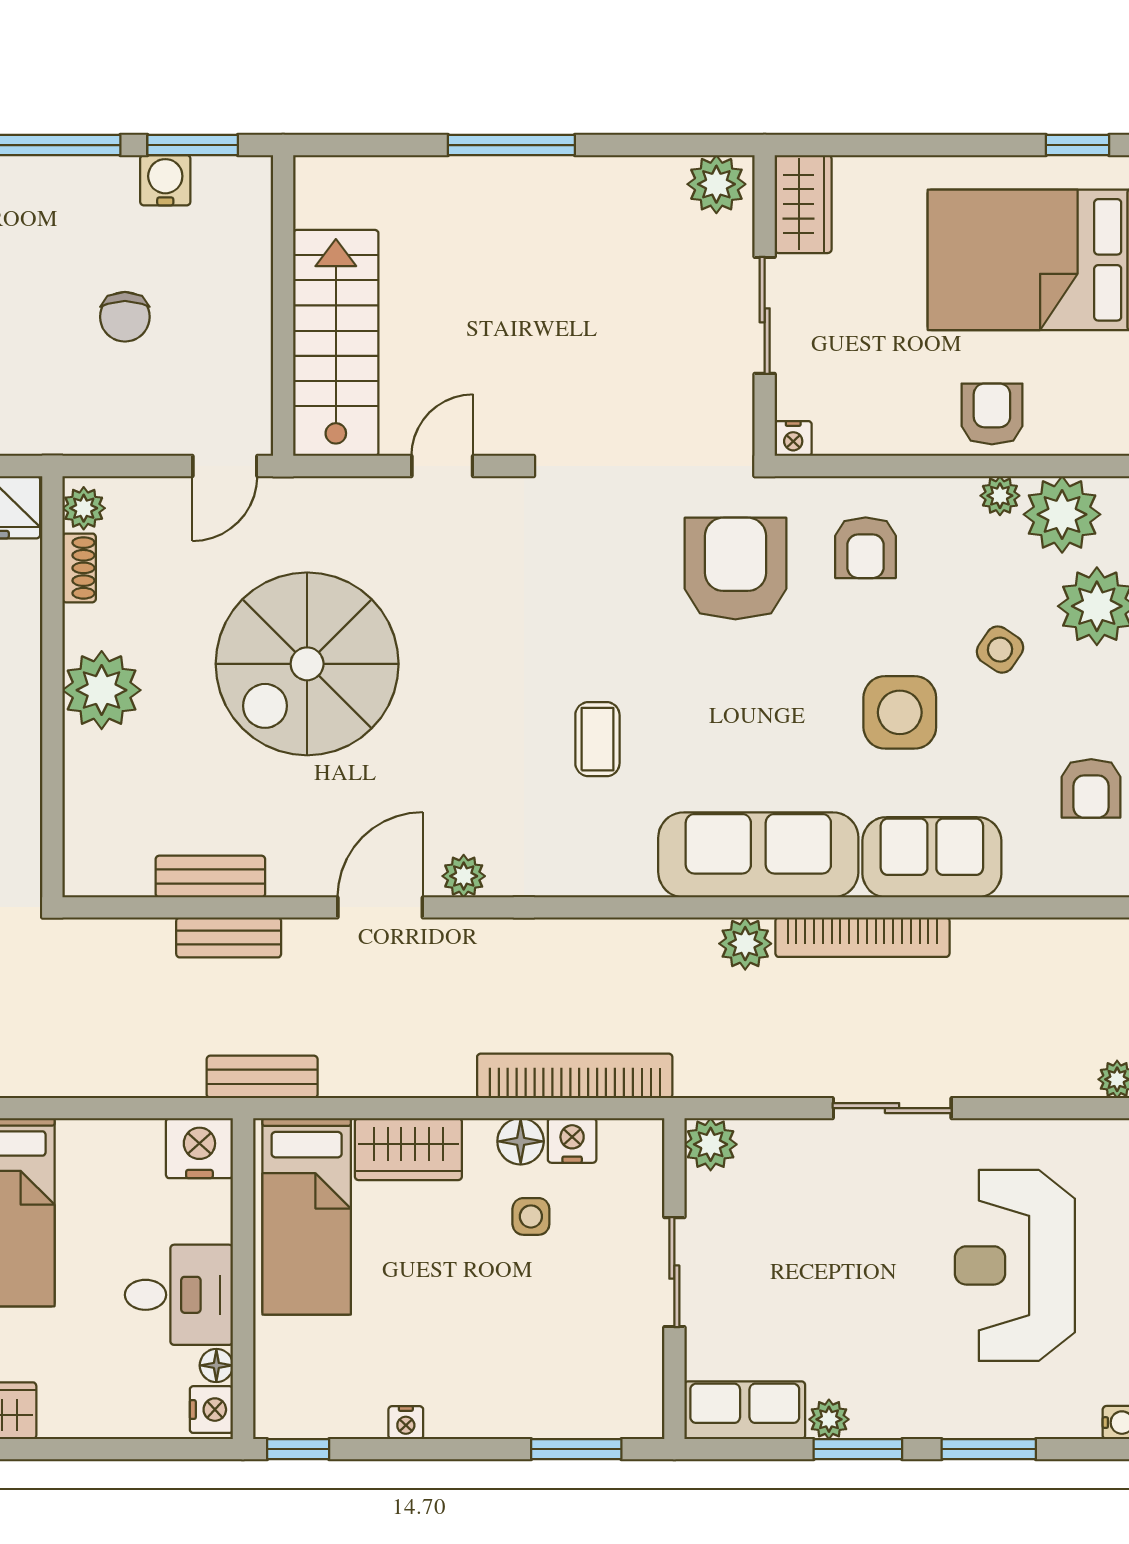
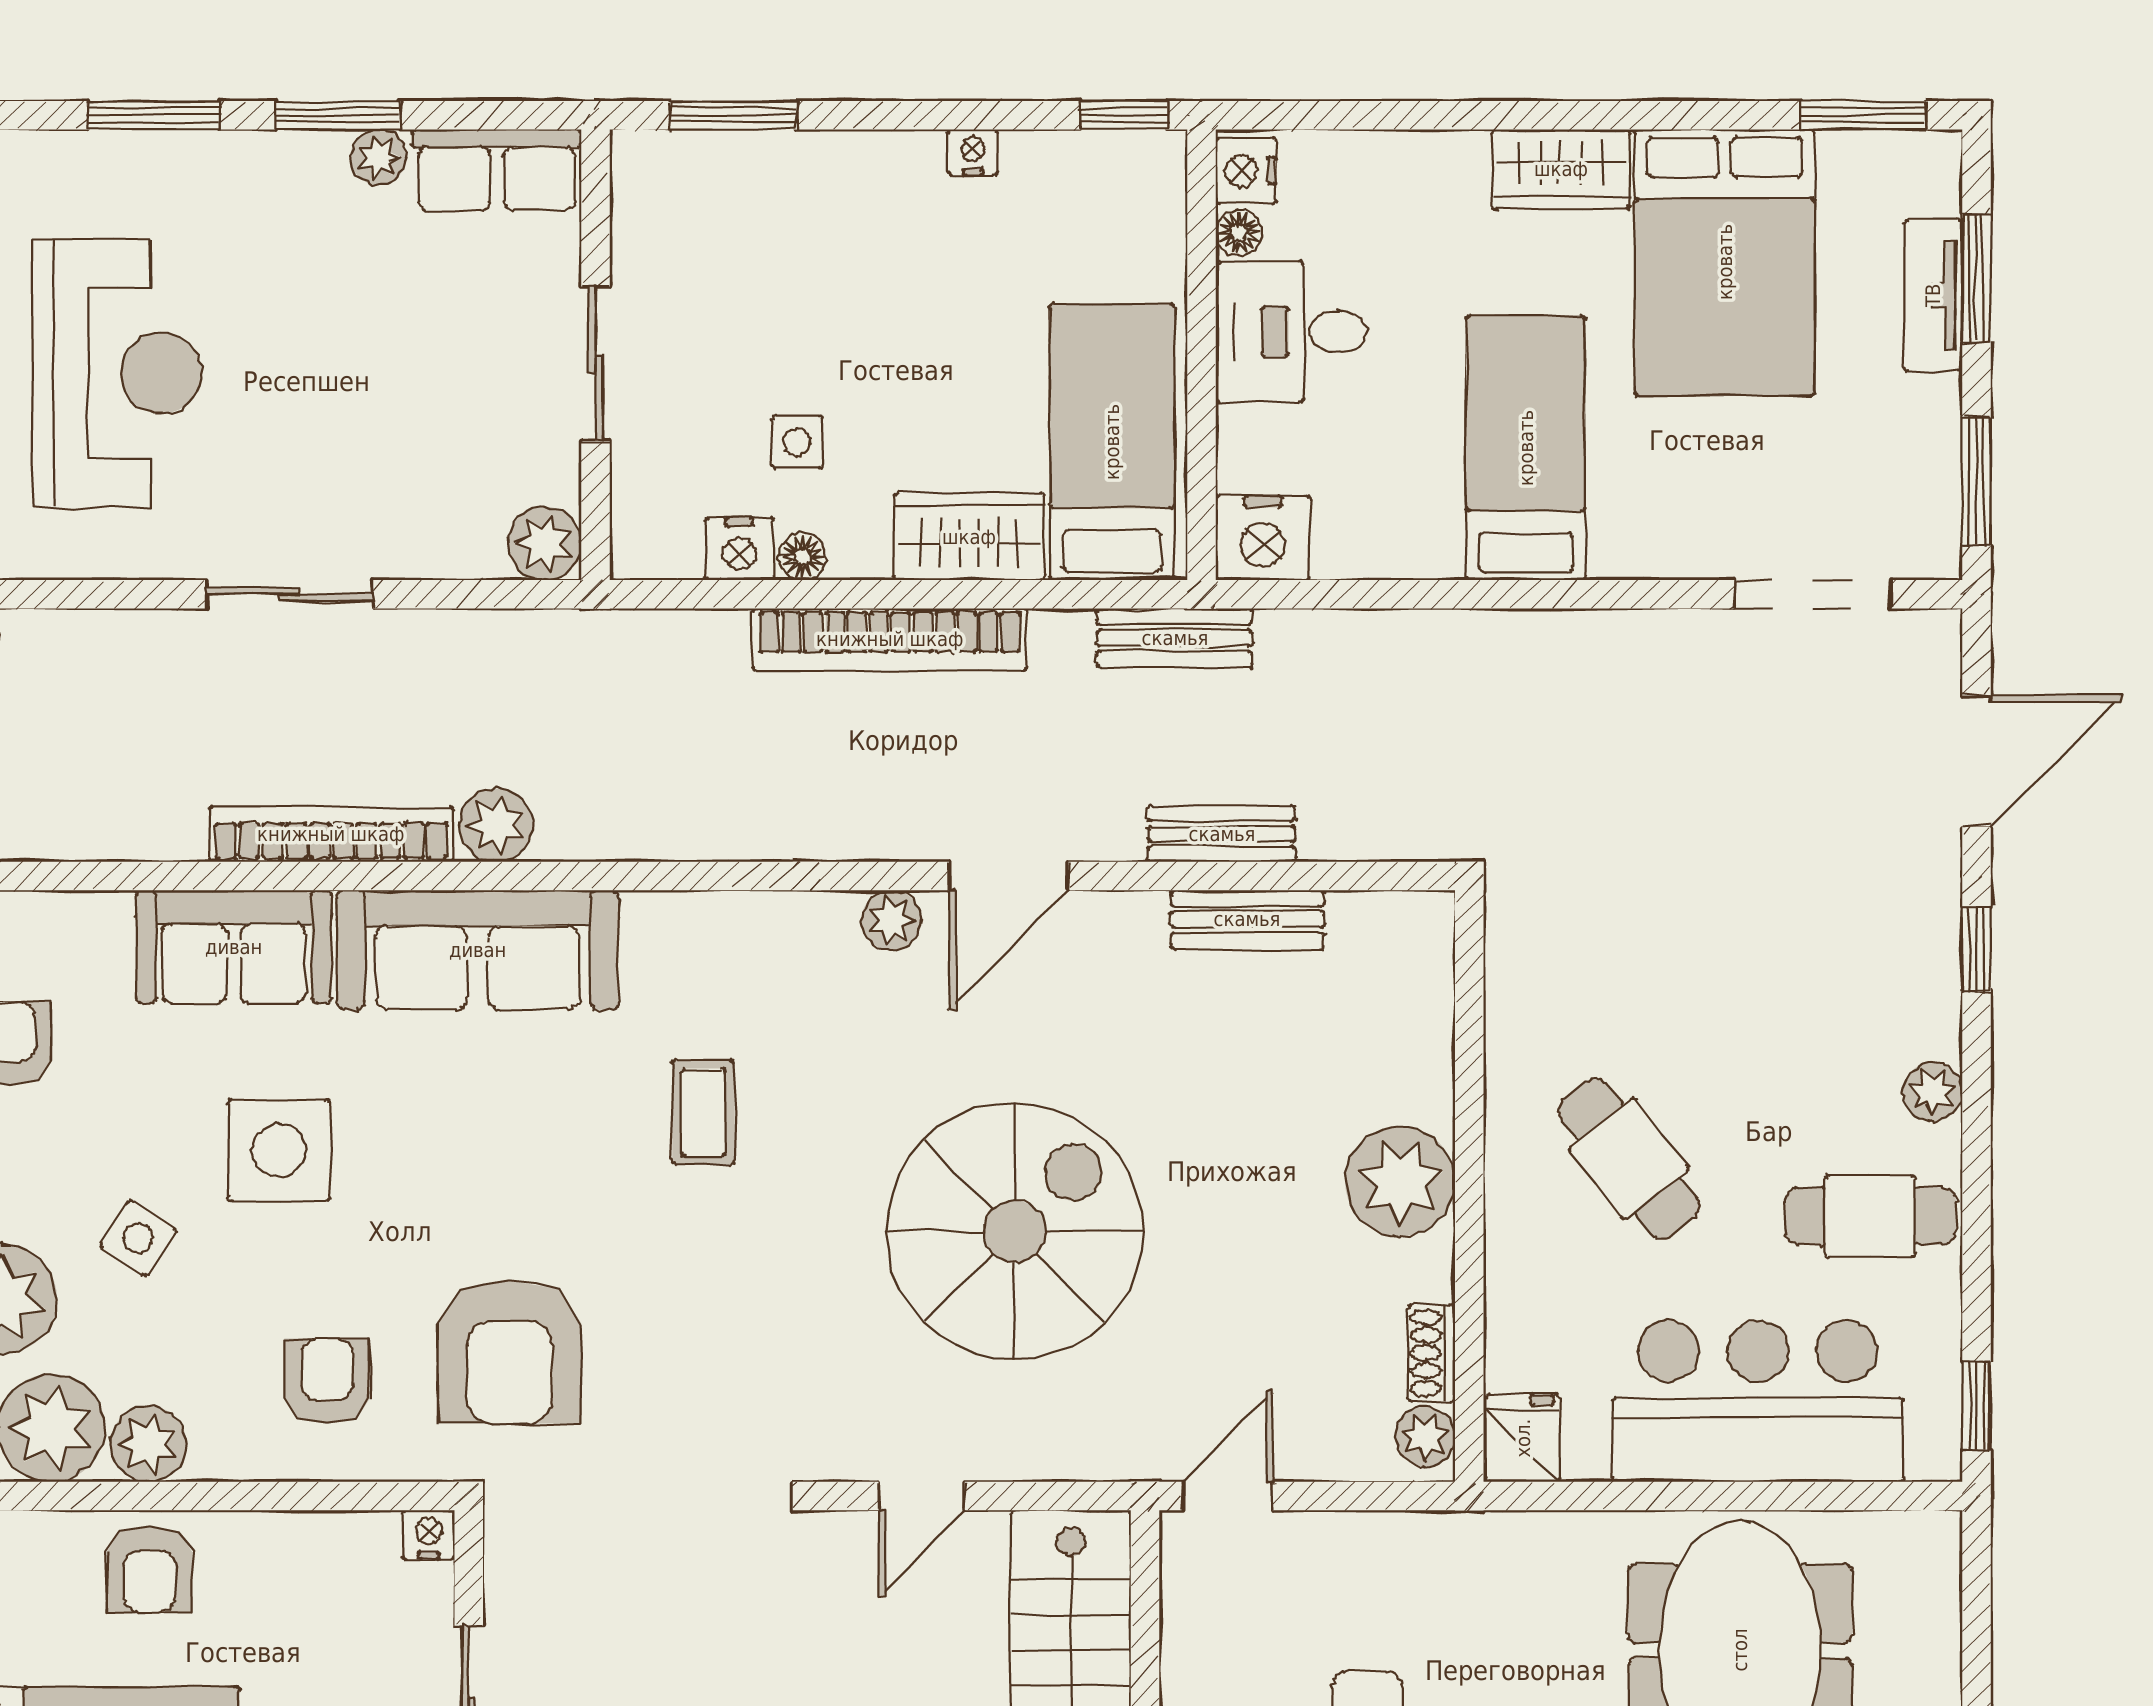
plant: (1000, 496) -> (149, 1444), width x1.38, depth x1.38
spiral stairs: (307, 664) -> (1015, 1231), moved
bookcase: (575, 1076) -> (890, 639), moved
floor lamp: (521, 1141) -> (803, 556), width x0.73, depth x0.73

